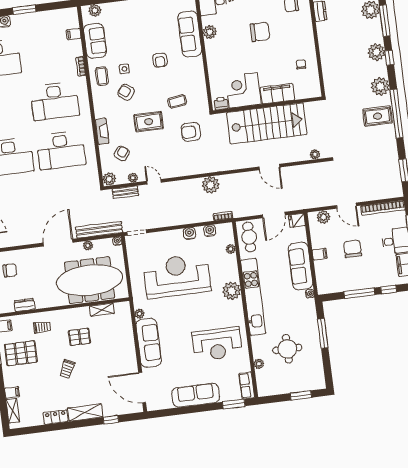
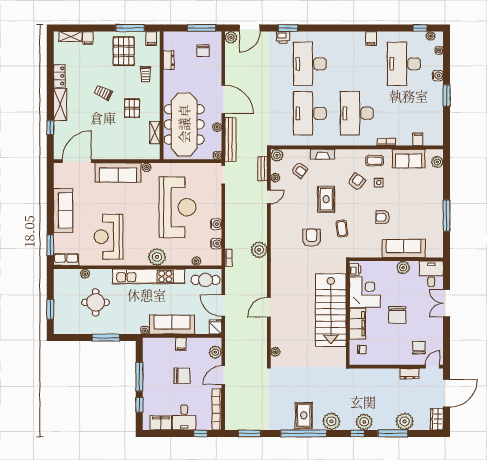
corner desk: (243, 90) -> (365, 292), moved
filing cabinet: (277, 94) -> (357, 324), moved
printer: (221, 103) -> (355, 270), moved
wall: (267, 105) -> (348, 313), moved
stairs: (267, 123) -> (331, 310), moved

